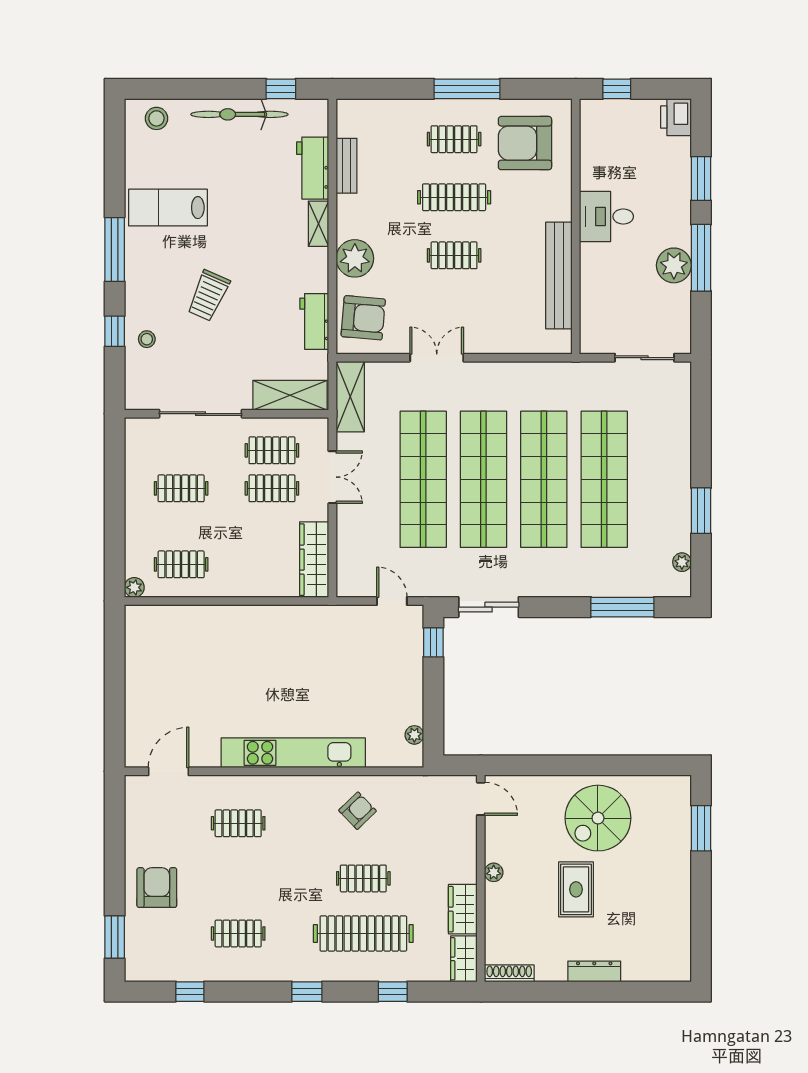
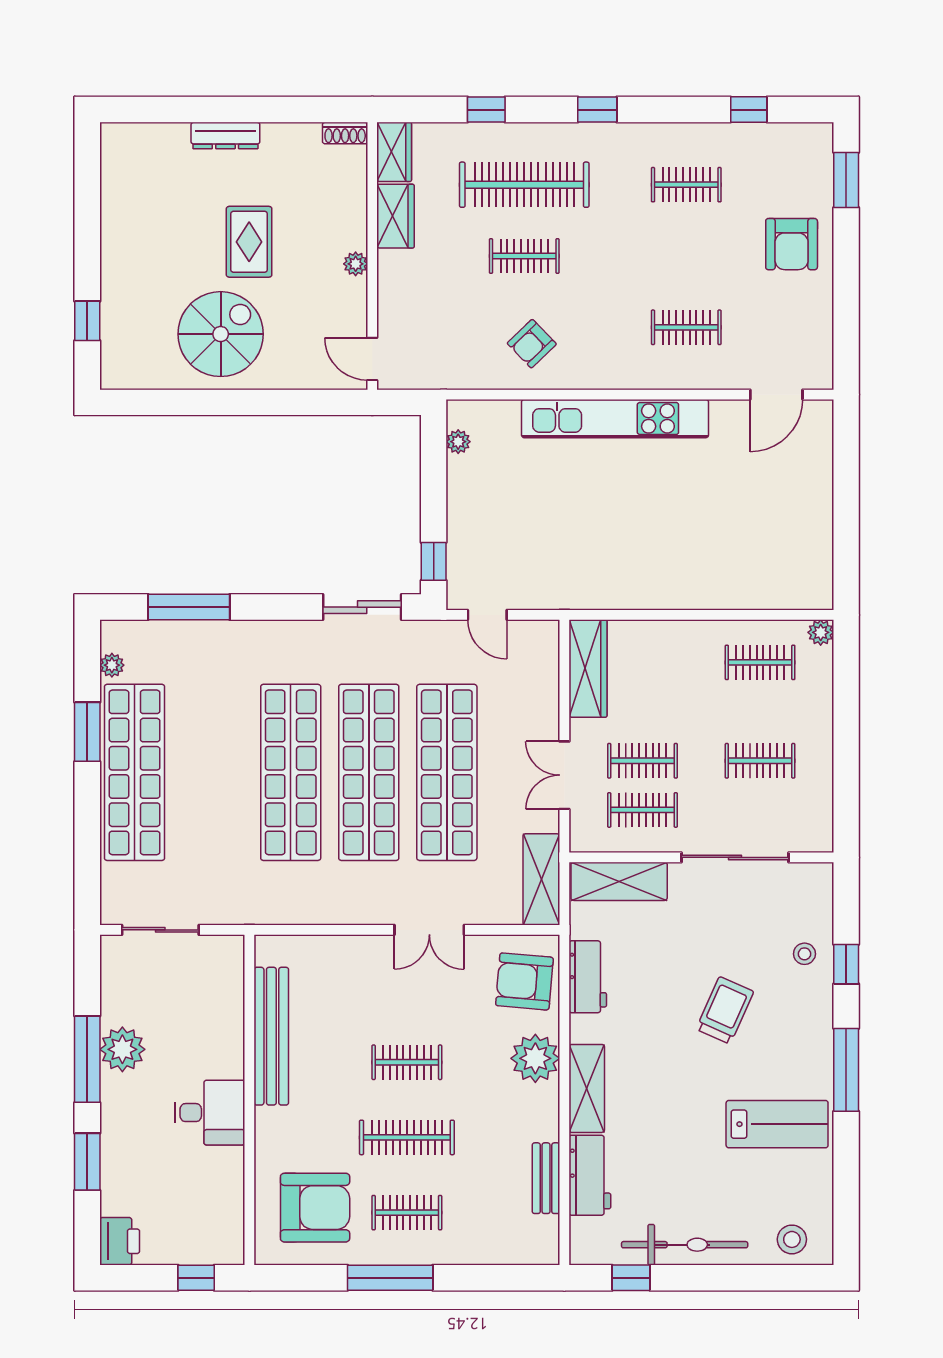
shelving: (318, 224) -> (587, 1088), width x1.50, depth x1.33
shop shelf: (604, 479) -> (135, 772), moved
window: (701, 828) -> (87, 321), width x0.67
shoe rack: (509, 973) -> (345, 133), width x0.70

